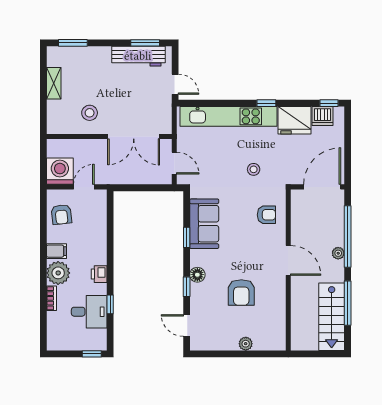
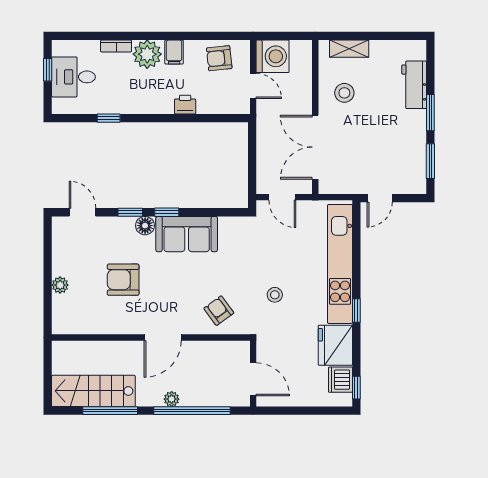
window: (73, 43) -> (430, 113), moved
workbench: (138, 56) -> (414, 85), moved, width x0.73
shelving: (54, 83) -> (349, 49), moved
door: (174, 163) -> (282, 197), hinge flipped
door: (322, 187) -> (253, 379), width x0.73
armchair: (266, 215) -> (219, 311), turned 144
sofa: (204, 224) -> (187, 234), moved
window: (187, 237) -> (167, 212), moved
printer: (99, 274) -> (185, 105), moved
desk: (89, 312) -> (73, 77), moved, turned 90
door: (187, 325) -> (83, 212), hinge flipped
window: (92, 354) -> (48, 70), moved

